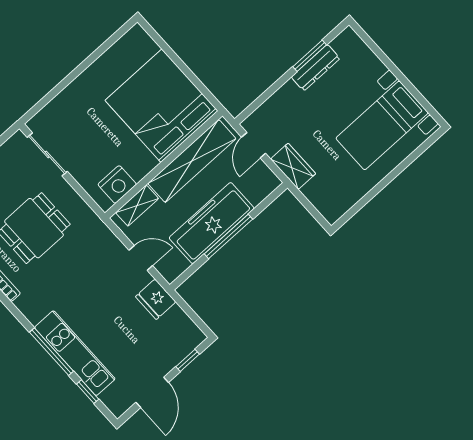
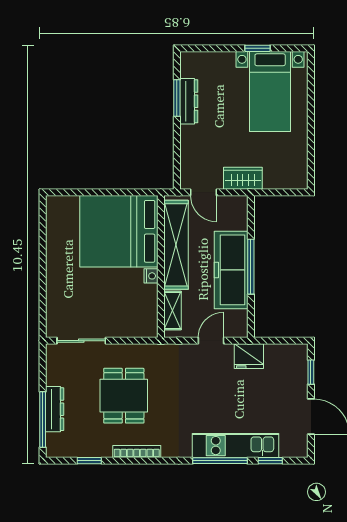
window: (407, 84) -> (257, 48), added
nightstand: (117, 184) -> (151, 276), moved, width x0.53, depth x0.56

